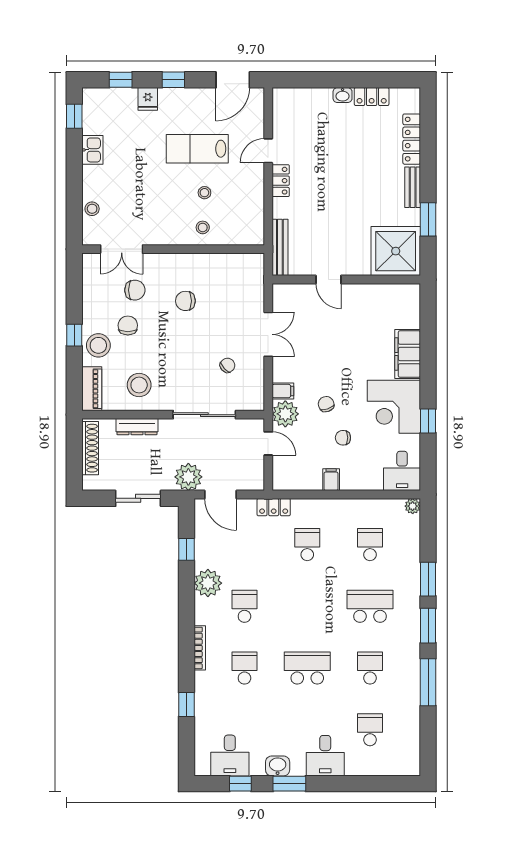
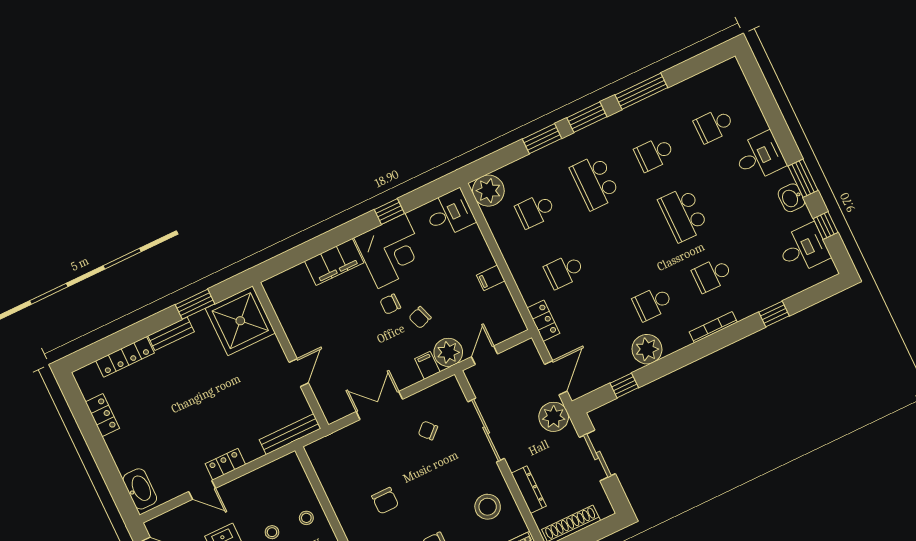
washbasin: (343, 95) -> (140, 489), moved, width x1.91, depth x1.45
chair: (343, 438) -> (390, 304), moved, turned 90
plant: (413, 506) -> (488, 191), width x1.87, depth x1.87

